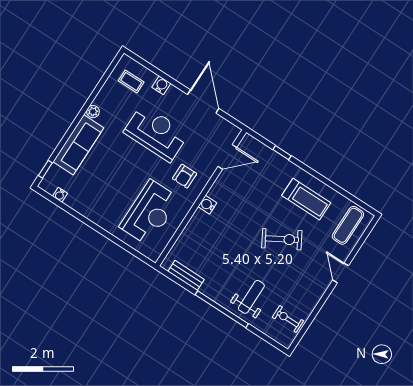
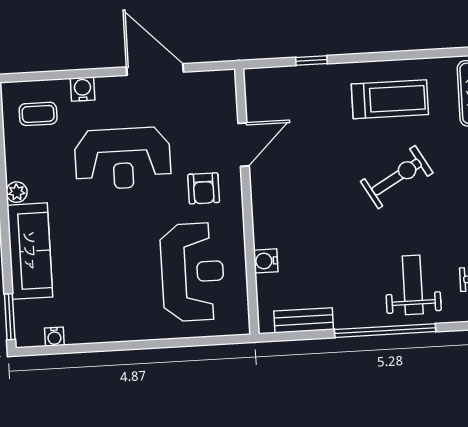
reception desk: (156, 133) -> (123, 158), turned 180
door: (227, 157) -> (244, 145), moved
window: (45, 169) -> (10, 317), width x1.50
water cooler: (207, 205) -> (266, 261), moved

